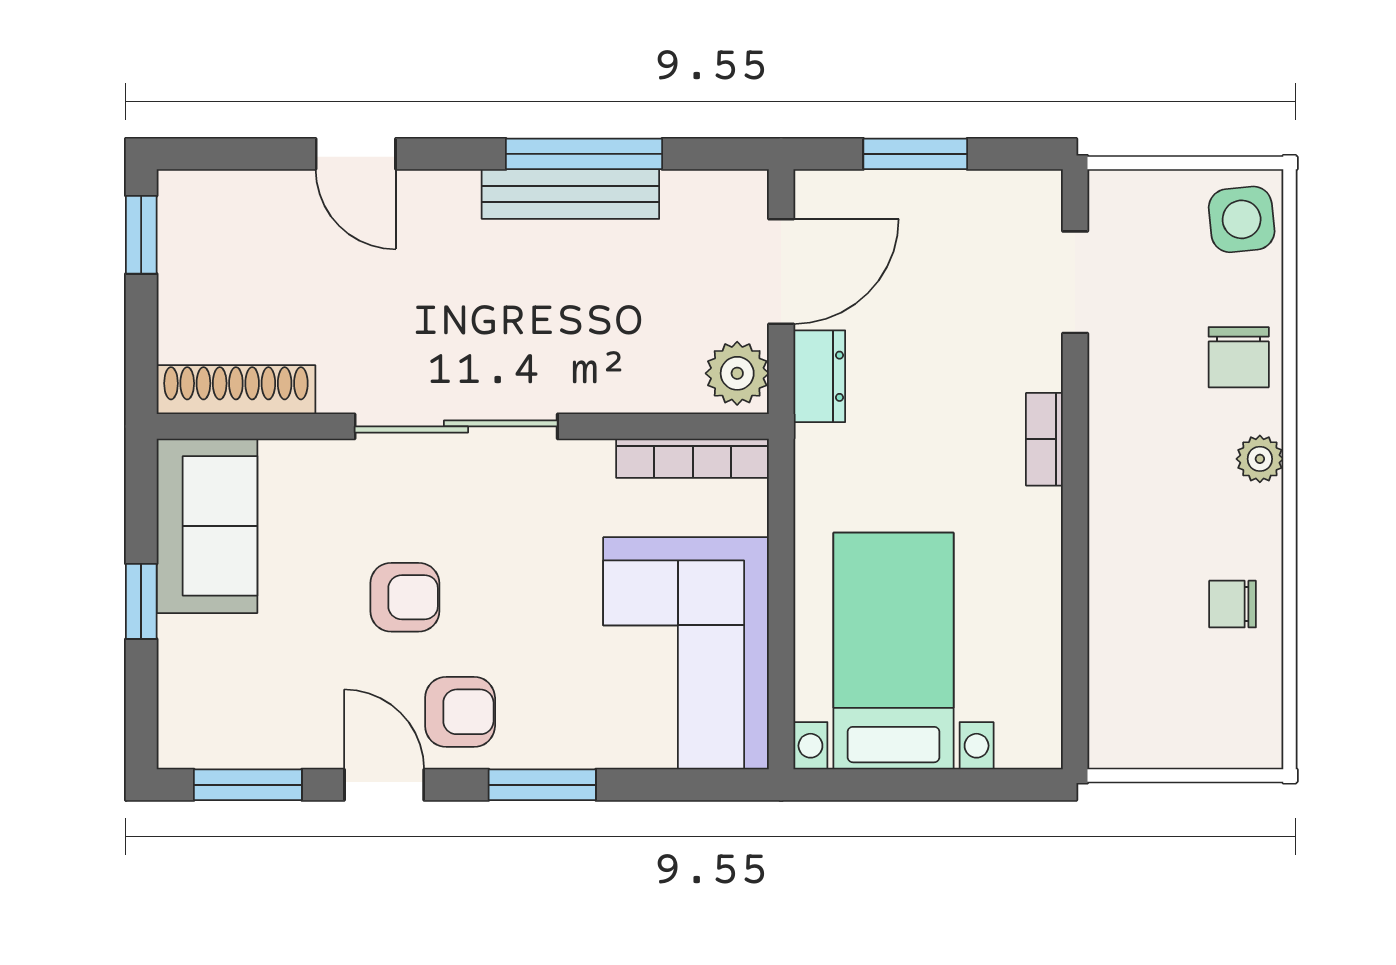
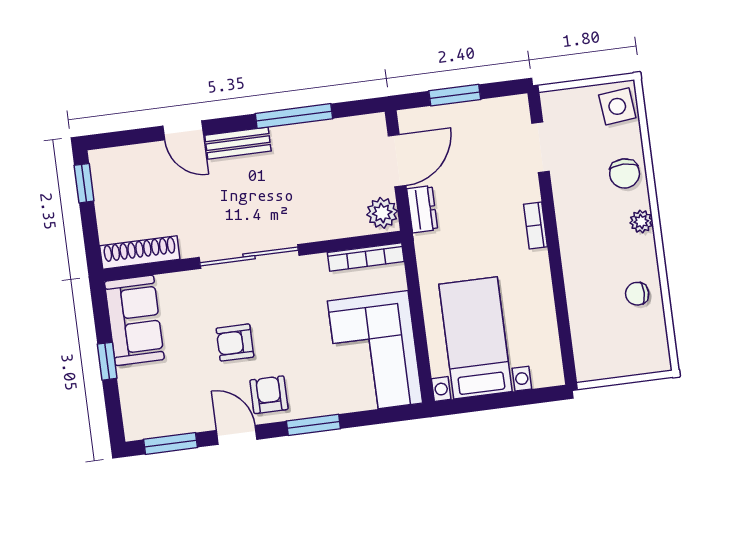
bench: (570, 194) -> (238, 143), moved, width x0.73
armchair: (405, 597) -> (235, 343), turned 180
armchair: (460, 712) -> (269, 395), turned -90

